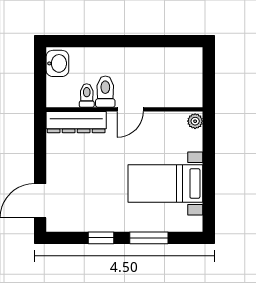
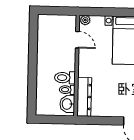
washbasin: (57, 63) -> (67, 104), moved, turned -90
door: (130, 109) -> (77, 40), moved

